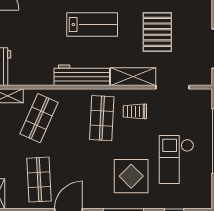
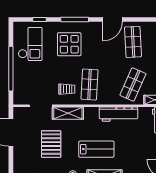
lab bench: (92, 25) -> (96, 149), turned 180
workbench: (82, 75) -> (118, 114), moved
checkout: (176, 159) -> (30, 44), moved

